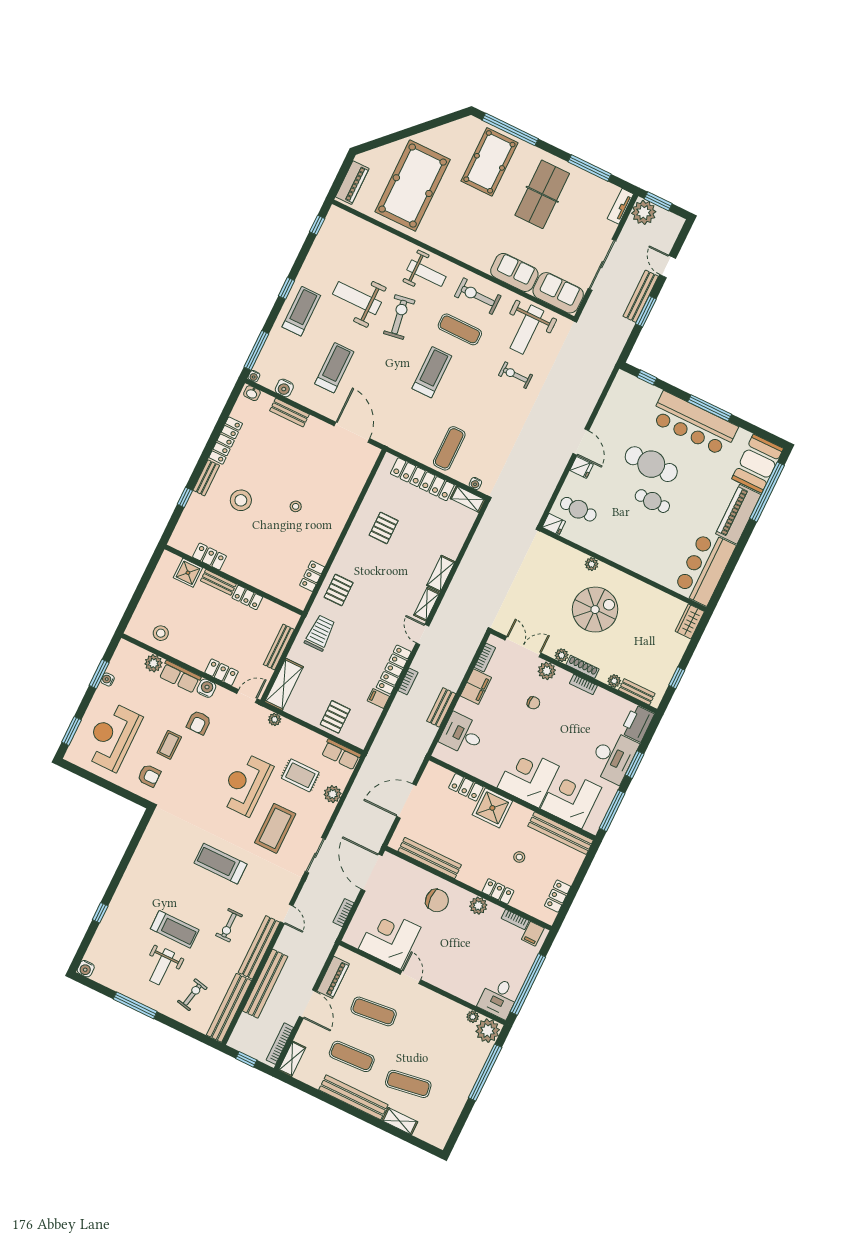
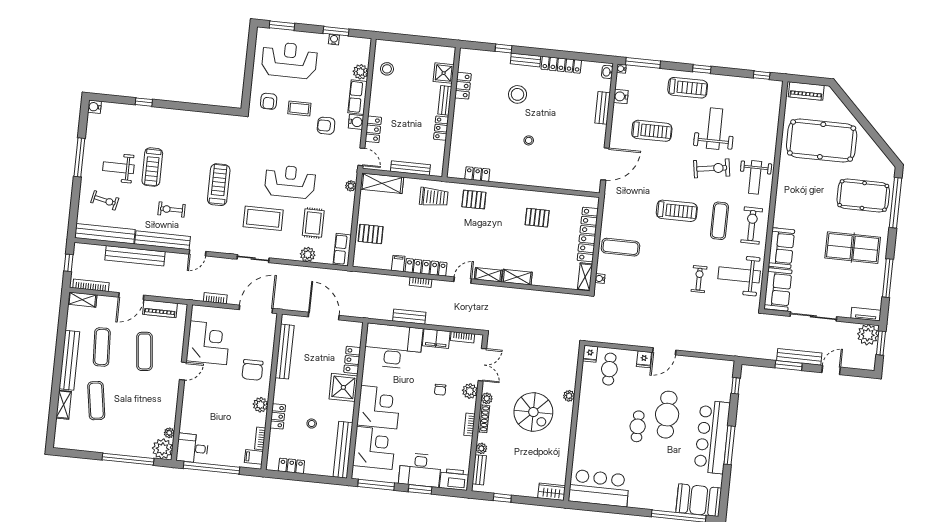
piano: (738, 514) -> (652, 500), removed
desk: (462, 734) -> (393, 346), width x1.87, depth x1.30

